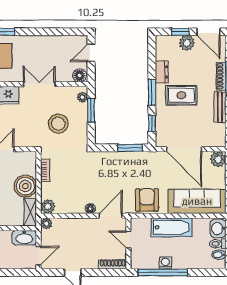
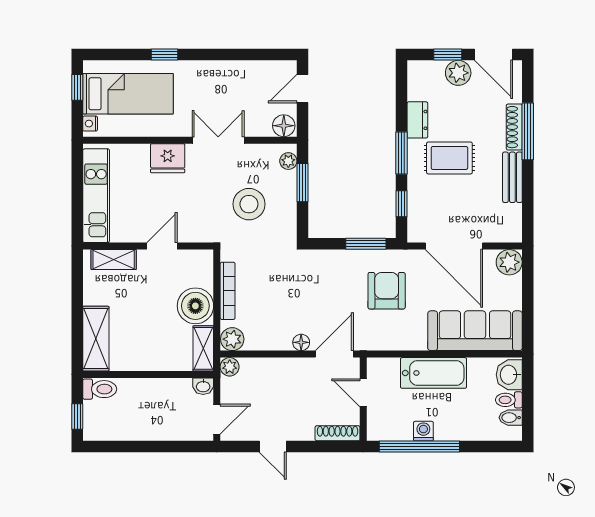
bookcase: (45, 170) -> (228, 291), width x1.56
armchair: (147, 200) -> (387, 291), moved
washbasin: (24, 238) -> (203, 386), width x0.52, depth x0.69

